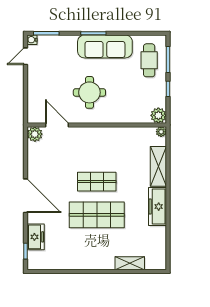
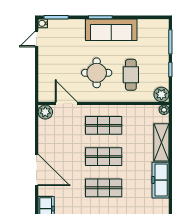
cafe table: (149, 60) -> (131, 75), moved
shop shelf: (97, 148) -> (104, 125), added
shop shelf: (97, 215) -> (104, 188), width x0.70, depth x0.74

